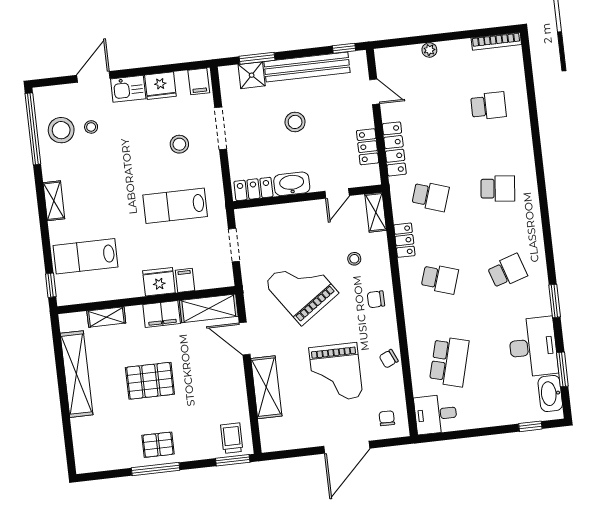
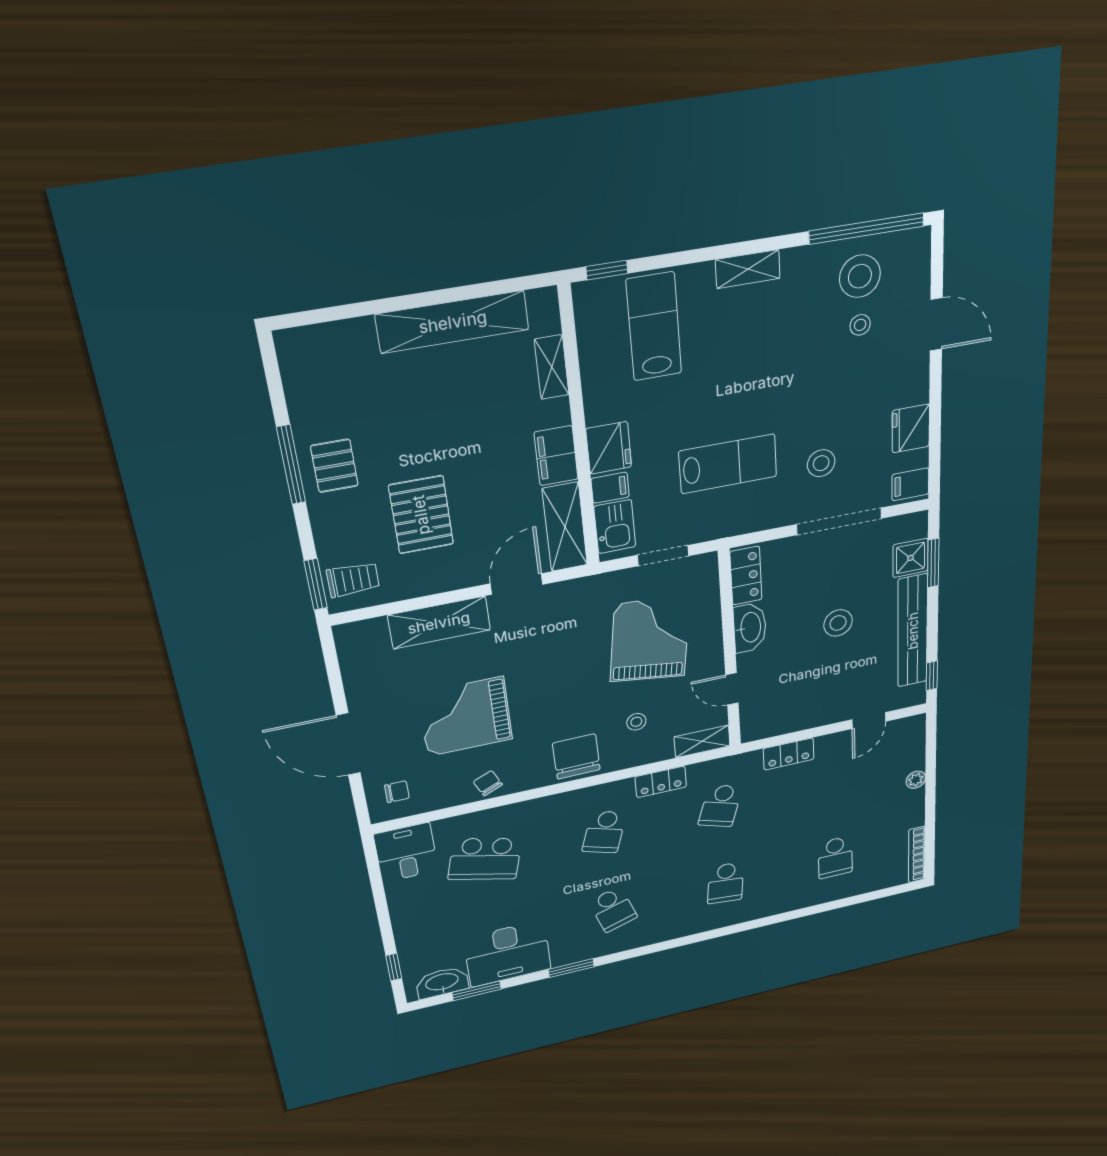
kitchen sink: (128, 89) -> (615, 527), moved, turned 180
doorway: (221, 128) -> (839, 521), width x1.36
locker: (368, 147) -> (795, 720), removed
locker: (394, 149) -> (789, 754), width x0.66
lab bench: (175, 206) -> (728, 464), turned 90
grand piano: (301, 288) -> (650, 640), moved, turned -47
chair: (376, 299) -> (576, 756), width x1.87, depth x1.87
pallet: (150, 381) -> (421, 515), moved

